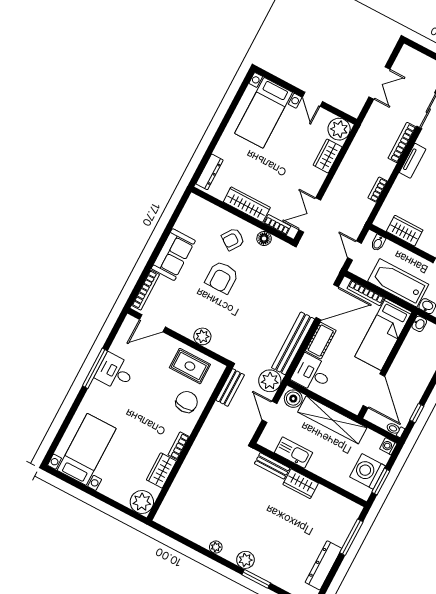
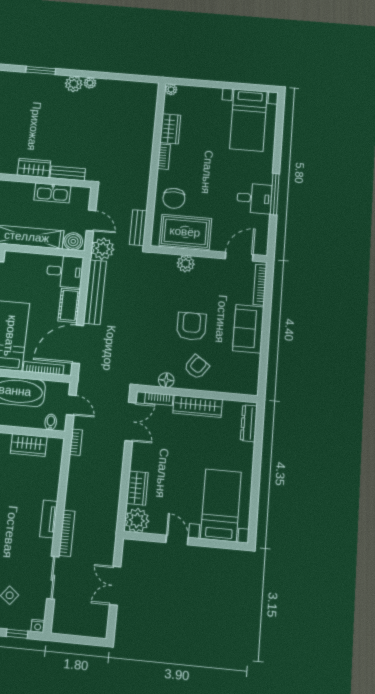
bookcase: (378, 190) -> (76, 442), moved
rug: (190, 366) -> (185, 232), width x1.36, depth x1.43
plant: (142, 502) -> (171, 89), width x0.53, depth x0.53
plant: (245, 560) -> (74, 84), moved

